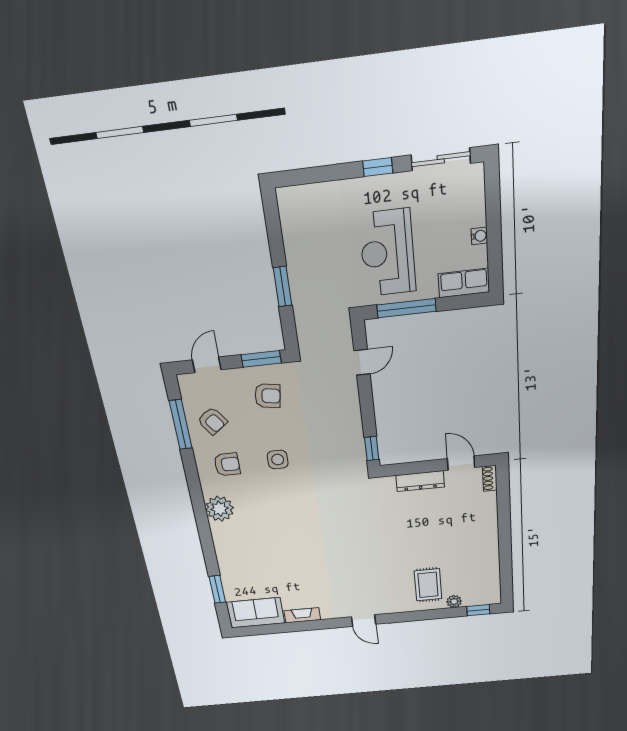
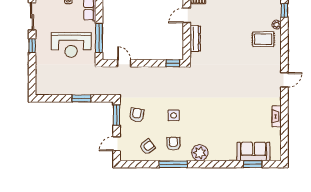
door: (207, 365) -> (117, 144), hinge flipped
window: (181, 424) -> (173, 164), moved
sofa: (256, 613) -> (253, 152), moved, turned 90

